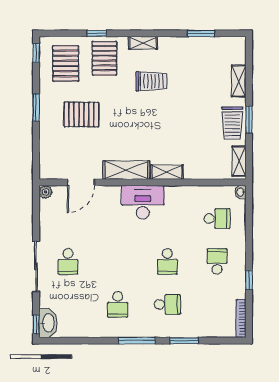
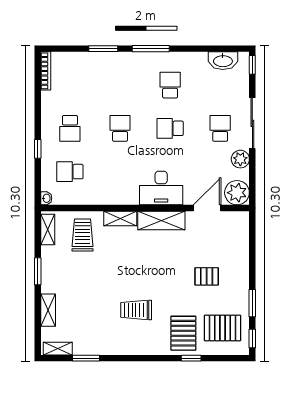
shelving: (143, 43) -> (58, 349), moved
pallet: (66, 63) -> (222, 328), turned 90
window: (36, 107) -> (252, 303), moved
pallet: (81, 115) -> (207, 276), width x0.67, depth x0.71
trolley: (232, 123) -> (83, 235), moved
plant: (46, 192) -> (237, 193), width x1.87, depth x1.87
desk: (143, 202) -> (161, 188), moved
plant: (48, 231) -> (240, 159), added
window: (249, 280) -> (38, 149), moved
school desk: (167, 304) -> (170, 128), moved
washbasin: (48, 323) -> (223, 61), moved, turned -90

